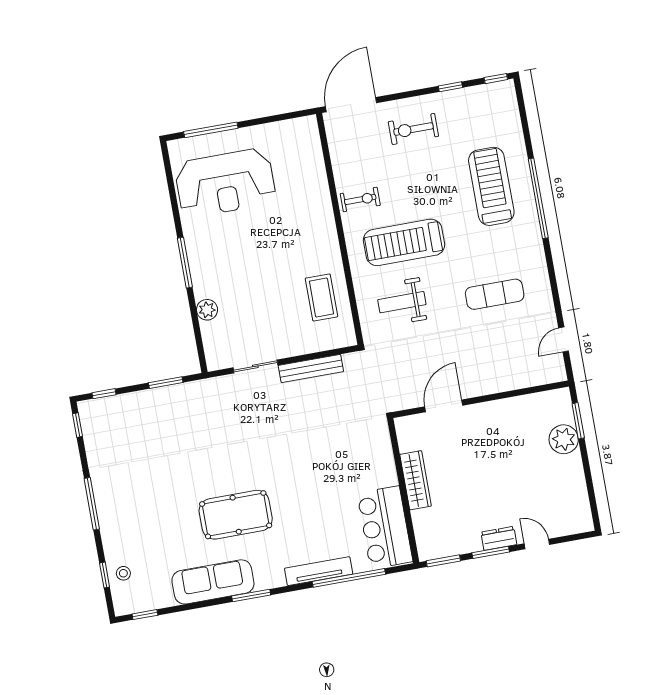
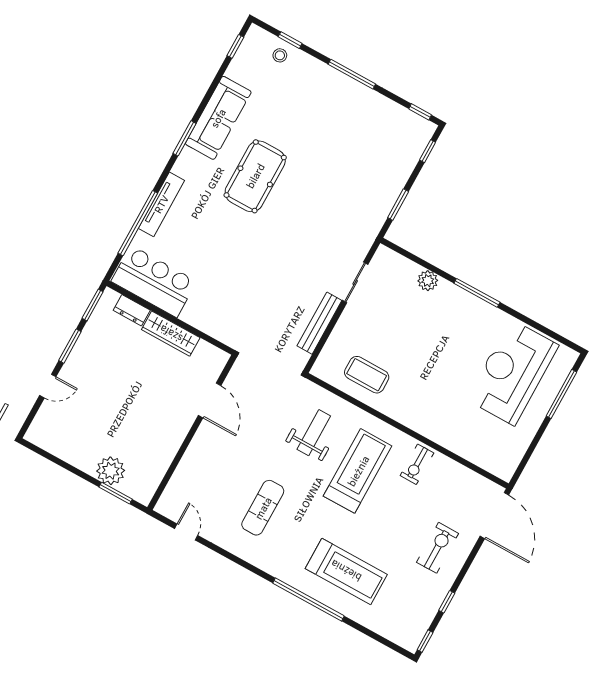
dresser: (499, 538) -> (132, 310), moved, turned 90

